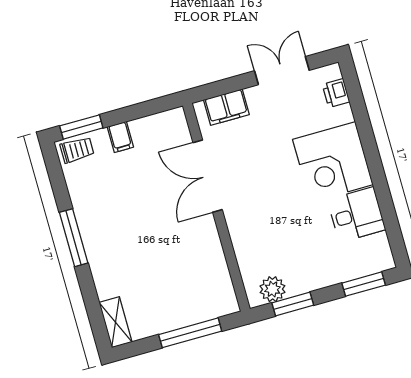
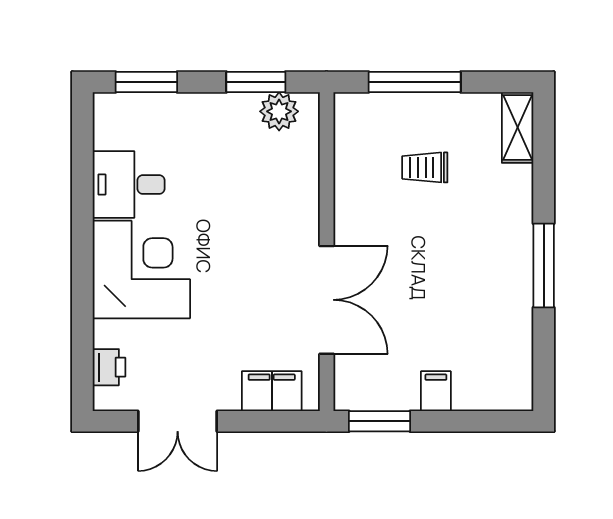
window: (81, 127) -> (379, 421), moved
trolley: (77, 150) -> (425, 167), moved

